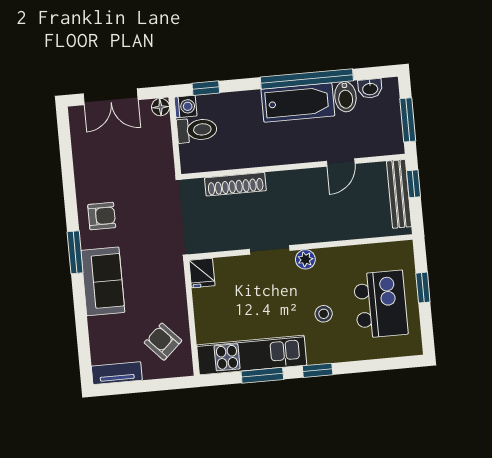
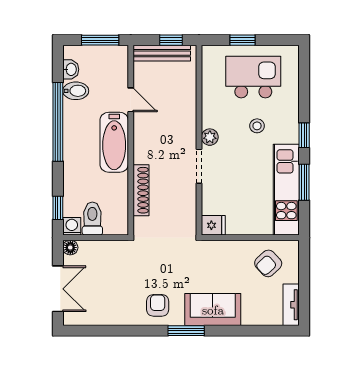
bathtub: (298, 102) -> (114, 142), moved, turned 180
window: (414, 184) -> (171, 40), moved

